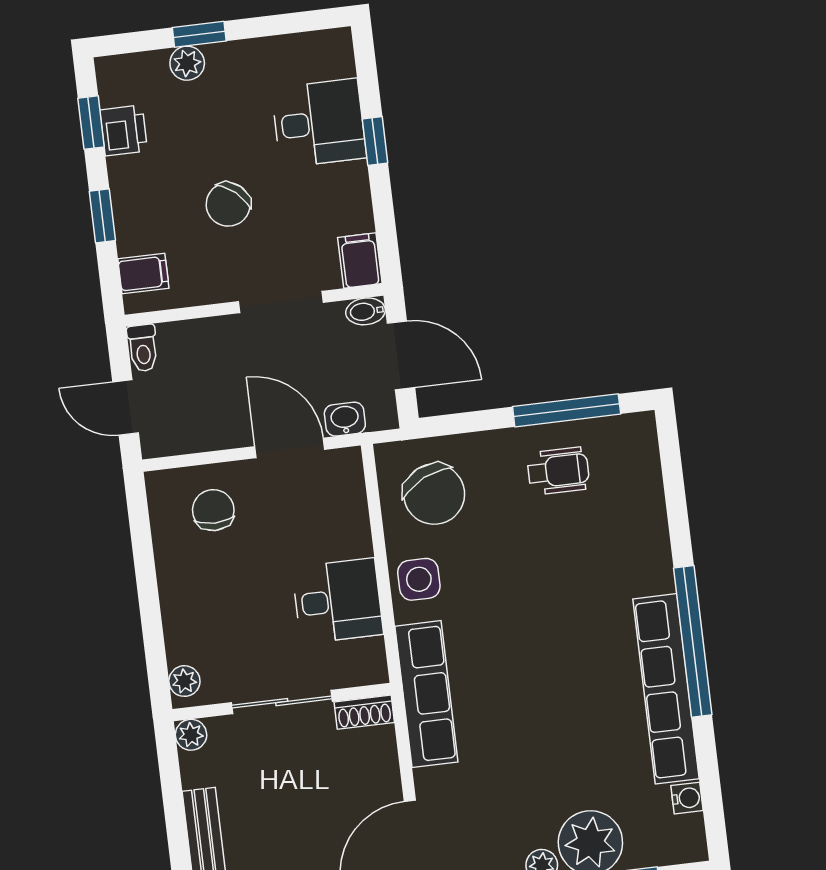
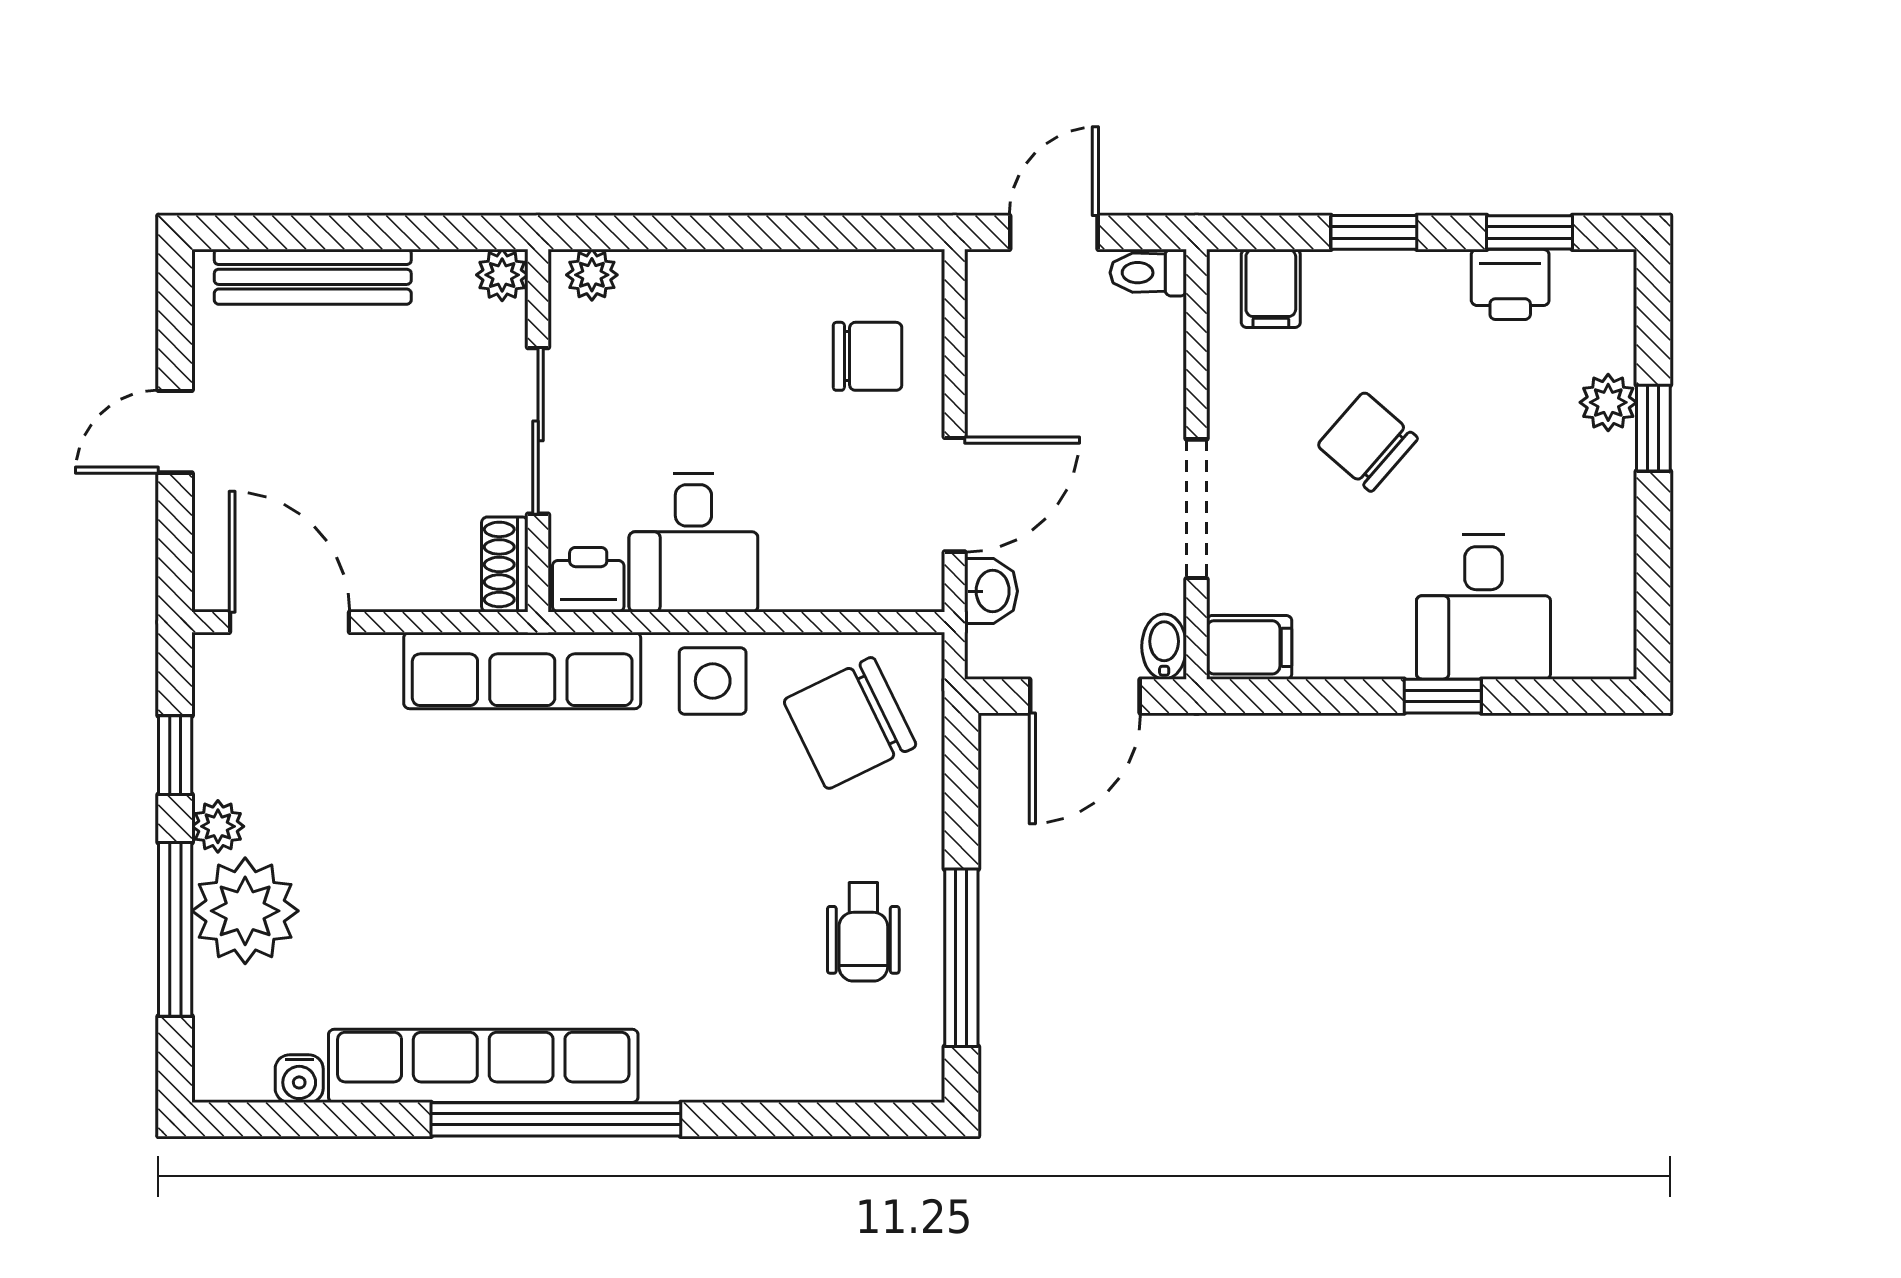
printer: (367, 661) -> (588, 580), added

